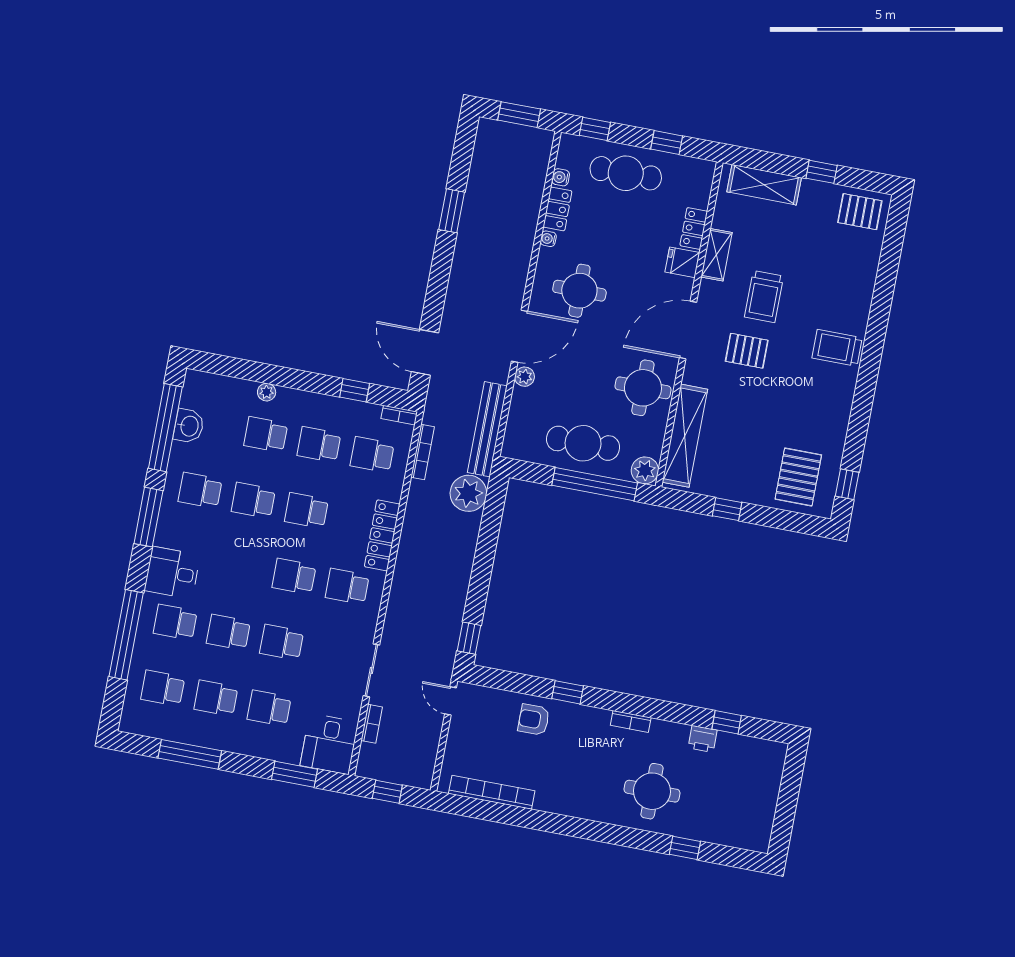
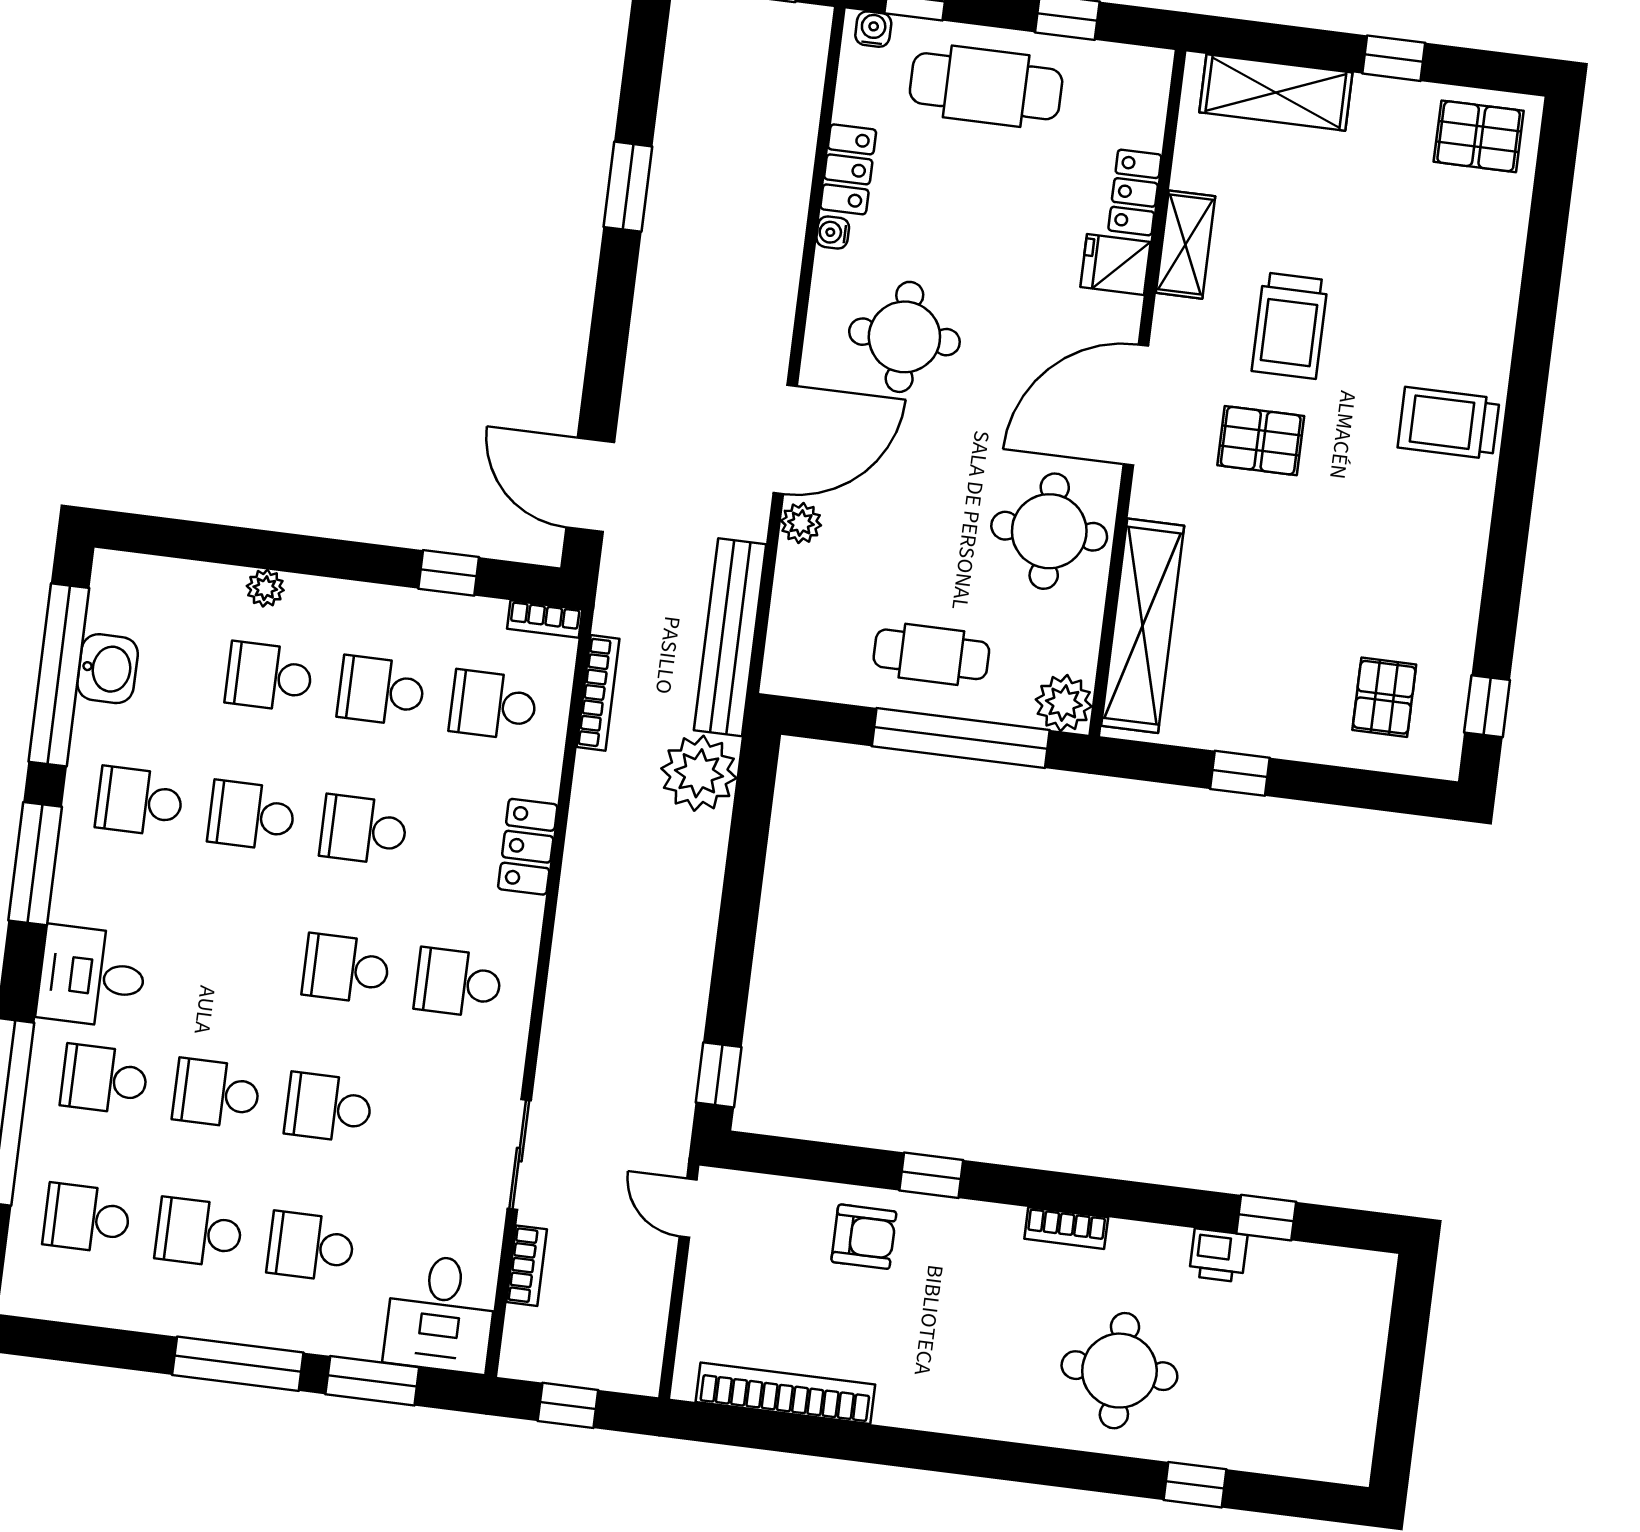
water cooler: (561, 177) -> (873, 29), moved, turned 90
cafe table: (583, 443) -> (931, 654), width x0.73, depth x0.74
pallet: (798, 477) -> (1384, 697), width x0.67, depth x0.71
locker: (382, 535) -> (528, 847), width x0.66
armchair: (534, 720) -> (864, 1237), turned 180
window: (190, 754) -> (238, 1364), moved

